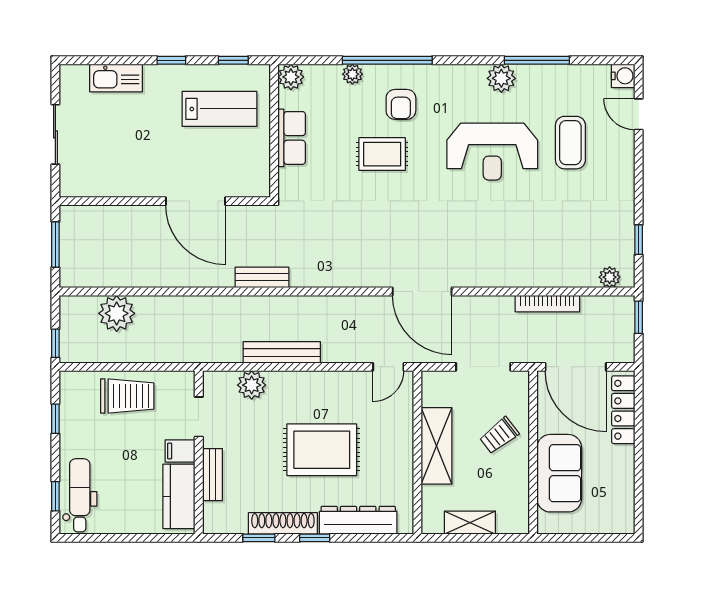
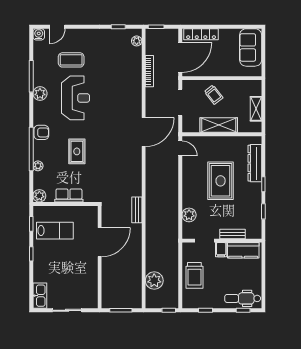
kitchen sink: (116, 78) -> (40, 296), moved
armchair: (401, 104) -> (41, 132), moved
lab bench: (220, 109) -> (55, 231), turned 90
bench: (282, 352) -> (173, 200), removed
trolley: (127, 396) -> (194, 275), turned 180
sofa: (559, 473) -> (251, 47), moved, turned -90
shoe rack: (283, 523) -> (256, 200), removed

